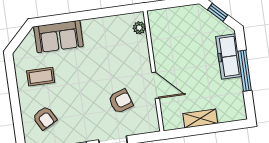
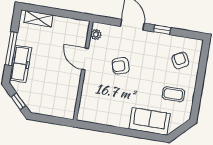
plant: (139, 28) -> (96, 35), moved
armchair: (121, 101) -> (121, 66), moved
shelving: (200, 118) -> (38, 19), moved

